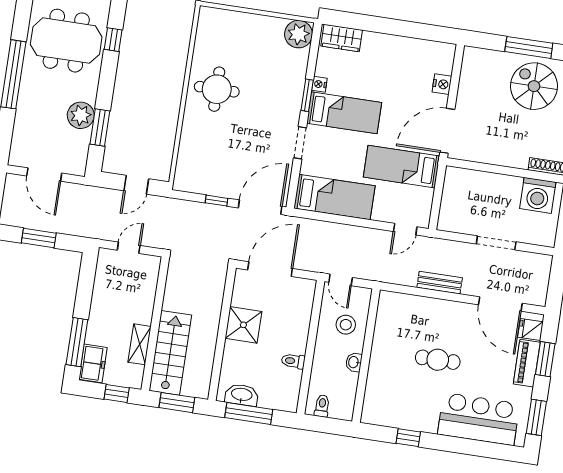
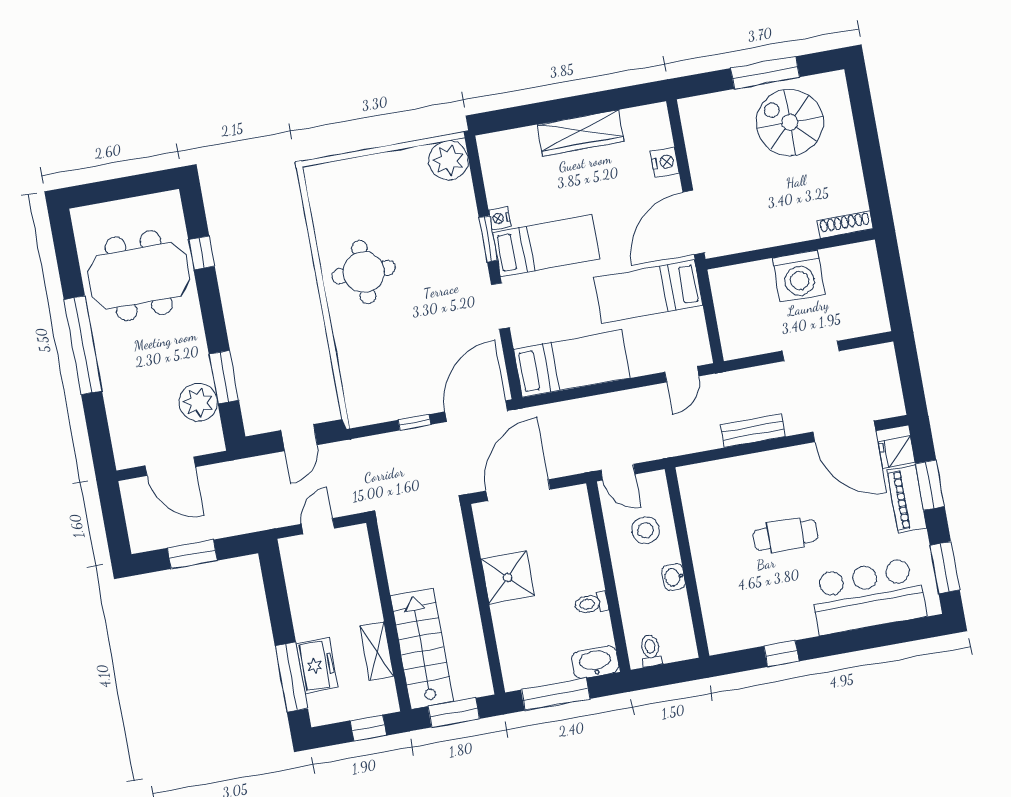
wardrobe: (342, 38) -> (581, 133), moved, width x1.50
plant: (81, 115) -> (198, 402), moved
washing machine: (538, 195) -> (799, 276), moved
freezer: (93, 363) -> (317, 666), moved
washbasin: (242, 395) -> (595, 662), moved

